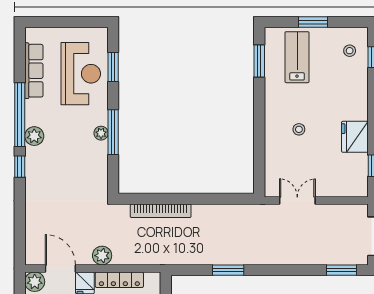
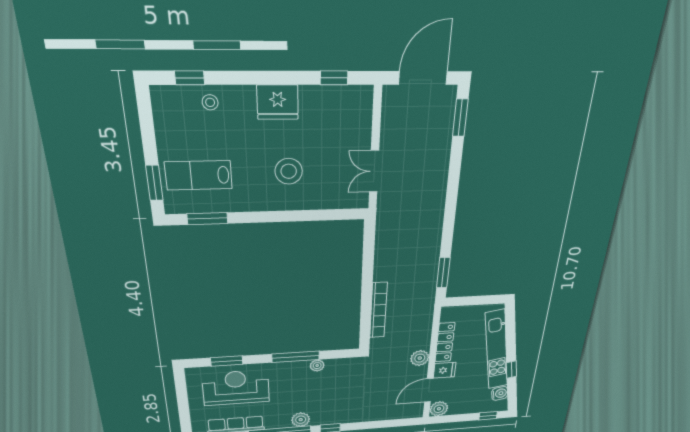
window: (313, 22) -> (154, 183), moved
stool: (350, 51) -> (210, 102), moved
stool: (299, 129) -> (289, 171), width x1.89, depth x1.89
plant: (101, 133) -> (317, 366), moved
fridge: (355, 137) -> (278, 102), moved
window: (228, 270) -> (443, 273), moved

